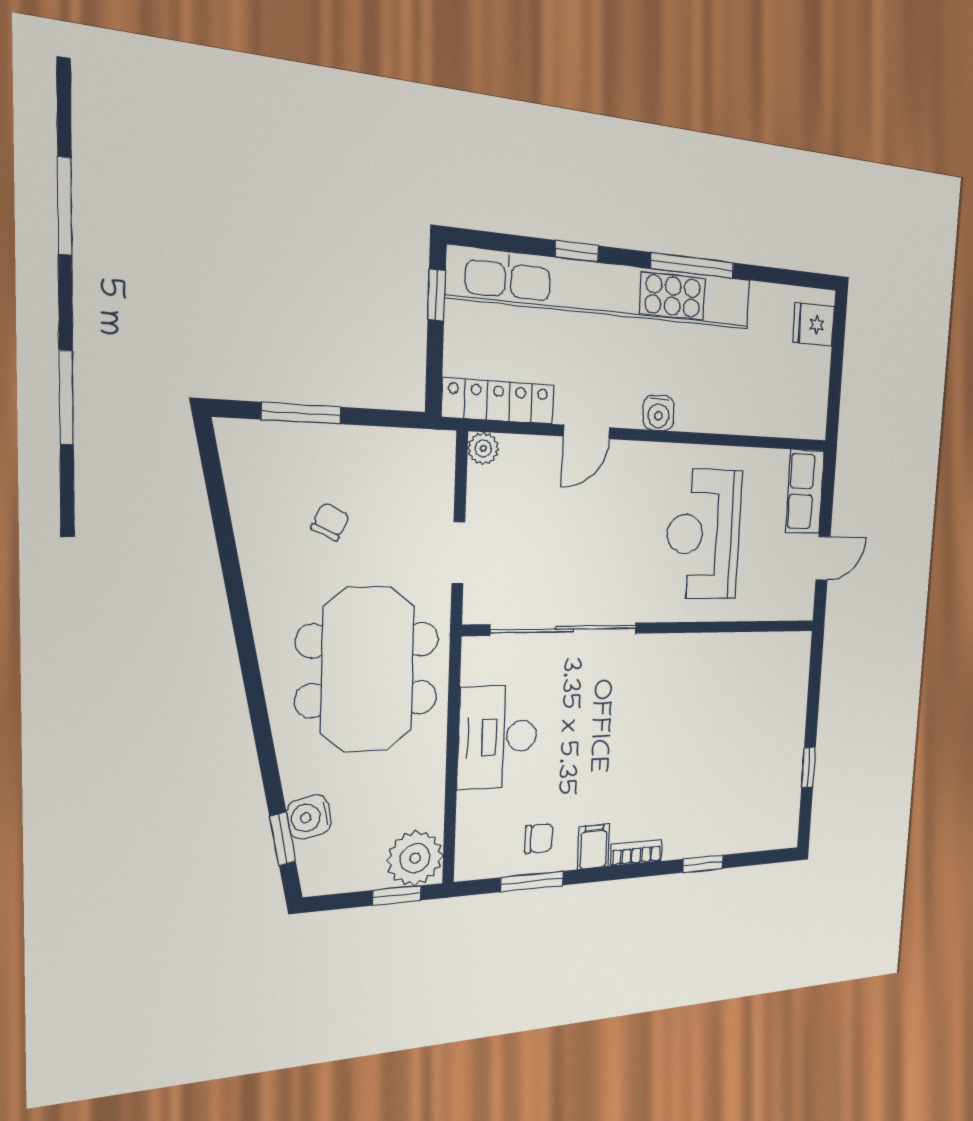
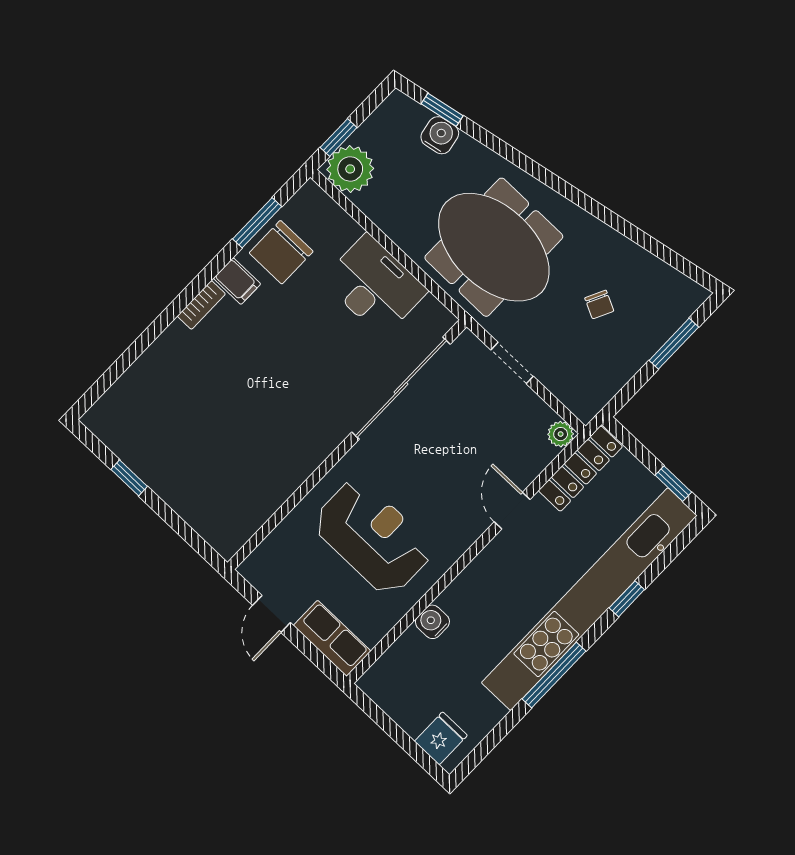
water cooler: (659, 413) -> (432, 622), moved
chair: (539, 838) -> (281, 252), width x1.87, depth x1.87
window: (703, 864) -> (143, 343), removed

